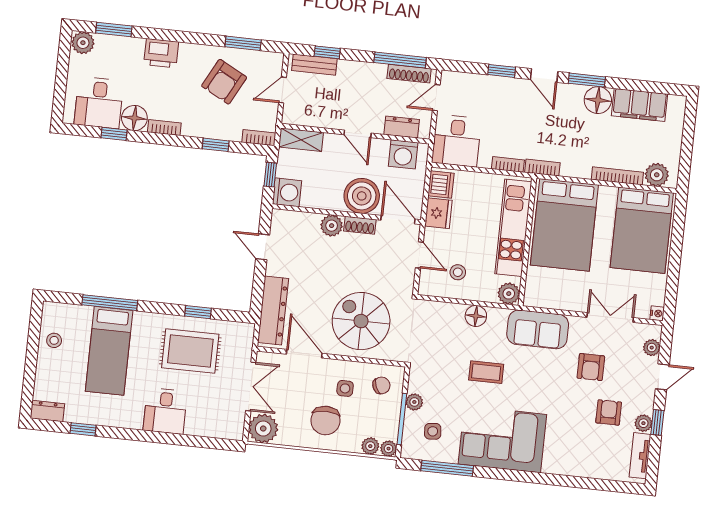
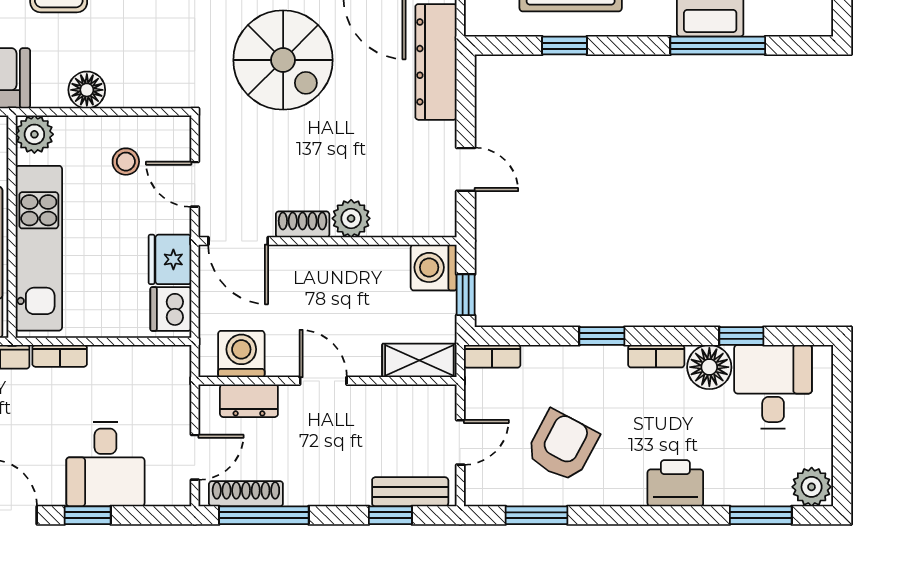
desk: (457, 141) -> (105, 464), moved, turned 180
window: (216, 145) -> (602, 336), moved
boiler: (362, 196) -> (305, 275), removed

